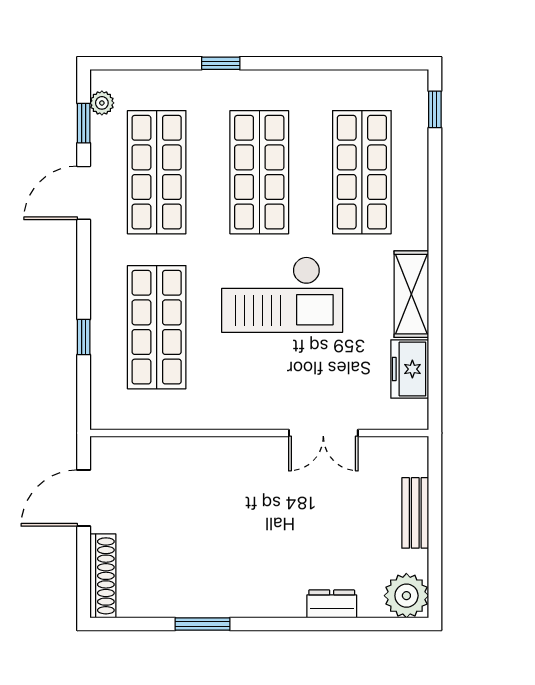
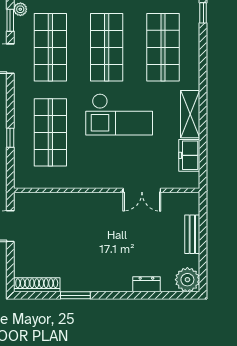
shoe rack: (103, 576) -> (37, 285), moved, turned -90

